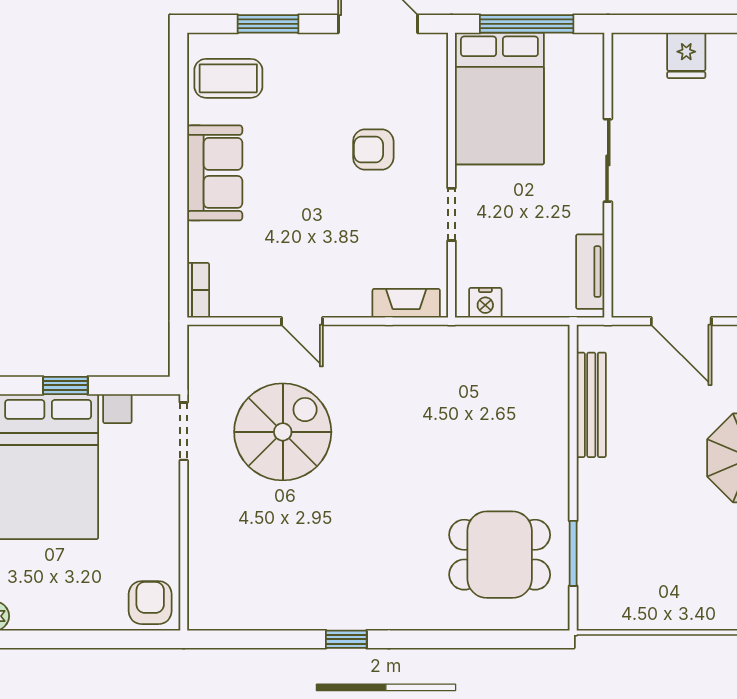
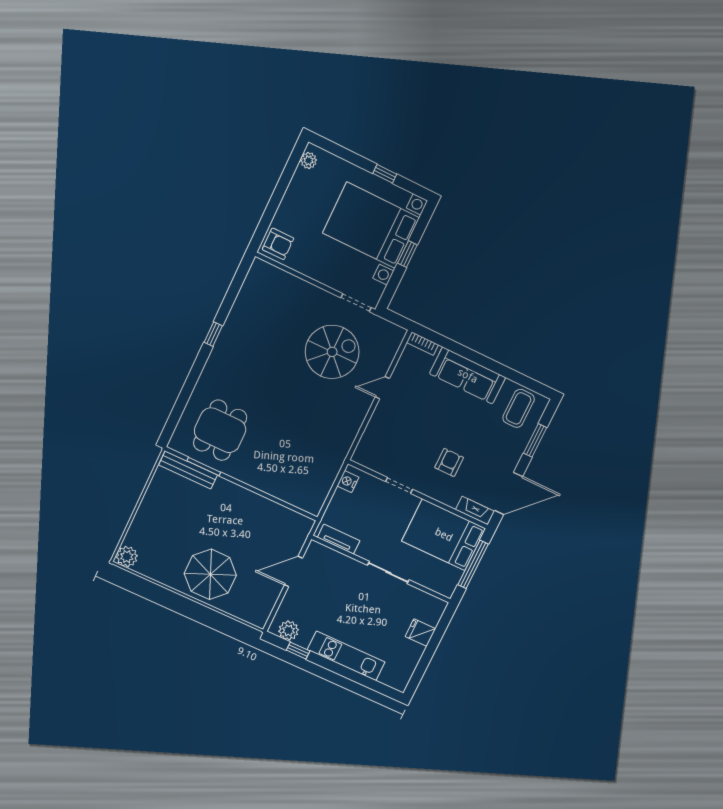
sofa: (215, 173) -> (468, 376), width x1.36
fireplace: (406, 303) -> (475, 511), moved, turned -90
bench: (591, 405) -> (188, 470), moved
spiral stairs: (283, 432) -> (332, 352), turned -90

